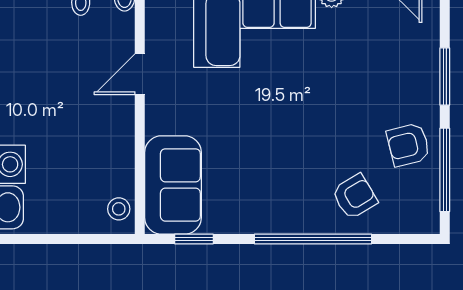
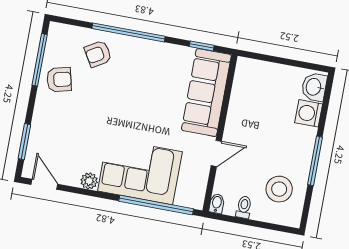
window: (445, 77) -> (24, 142), moved
sofa: (173, 185) -> (206, 93), width x1.36
stool: (119, 209) -> (279, 189), moved, width x1.89, depth x1.89

